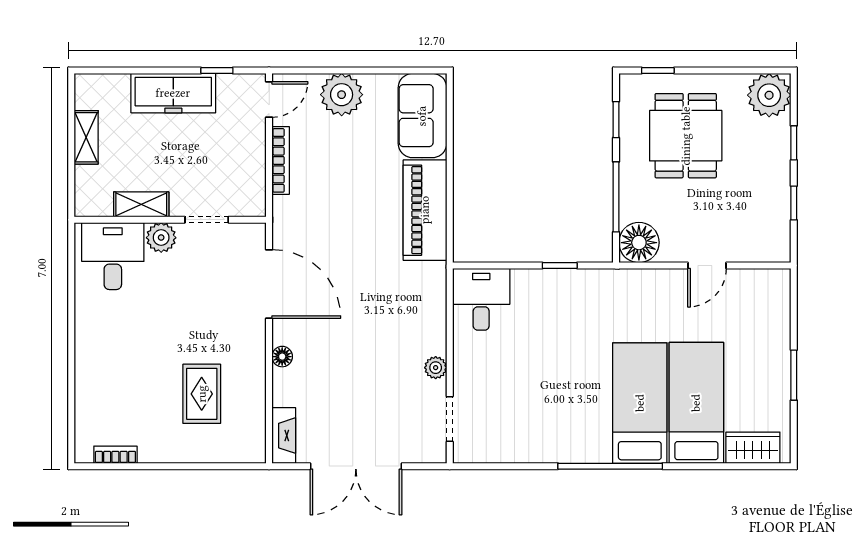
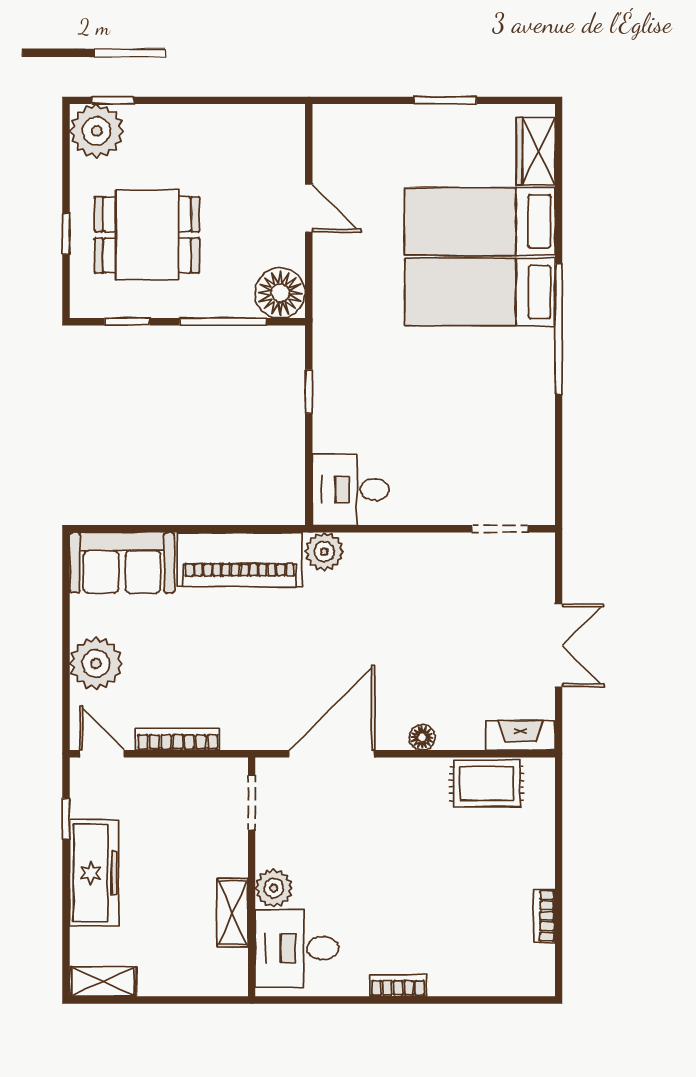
window: (658, 71) -> (66, 234), moved
shelving: (86, 137) -> (103, 981), moved
window: (794, 143) -> (113, 100), moved
window: (794, 203) -> (231, 100), removed
doorway: (207, 220) -> (252, 803), moved
bookcase: (83, 337) -> (398, 985), added
plant: (436, 368) -> (324, 551), moved, width x1.38, depth x1.38
rug: (202, 394) -> (487, 784), moved
bookcase: (115, 455) -> (544, 916), moved
double door: (356, 466) -> (559, 645), width x0.73

